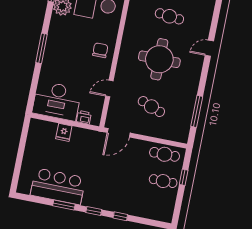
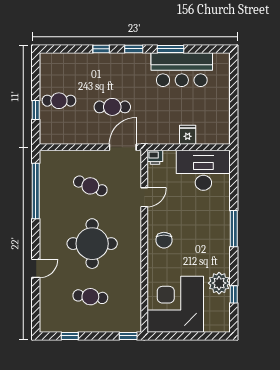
window: (197, 111) -> (36, 191), width x1.46
printer: (84, 117) -> (155, 157), moved
cafe table: (165, 154) -> (112, 107), moved

